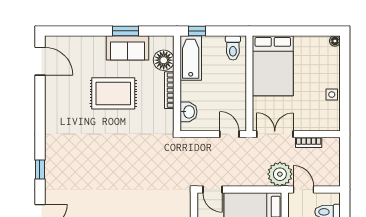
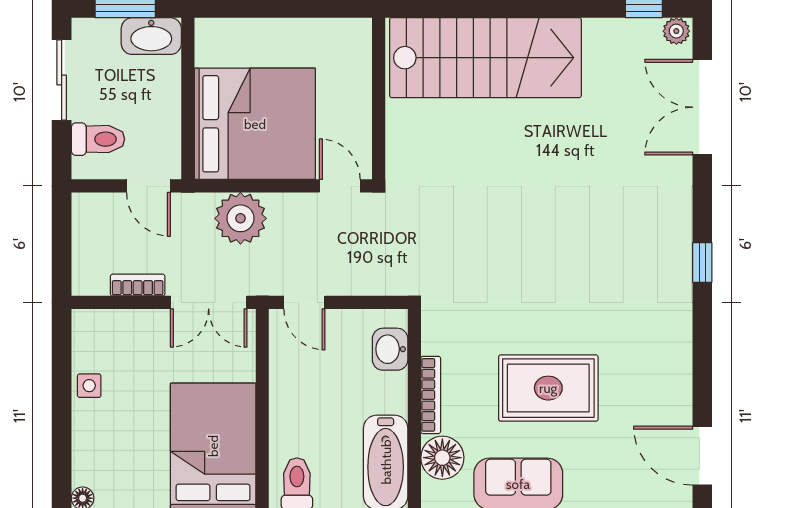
window: (40, 170) -> (702, 262), moved
plant: (280, 174) -> (240, 218), moved

